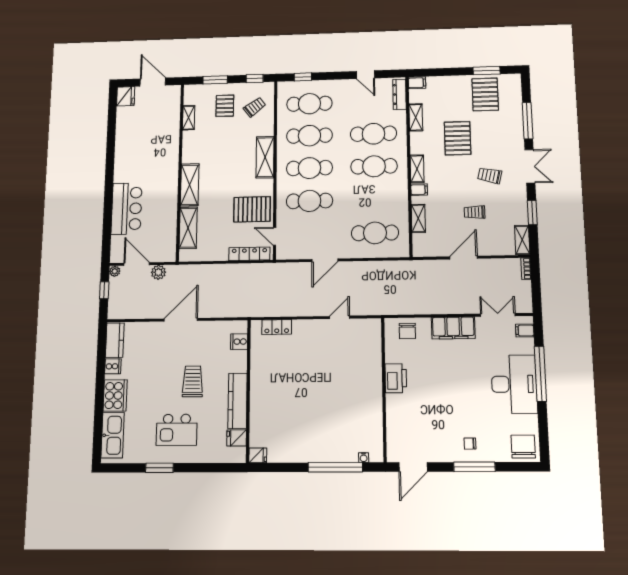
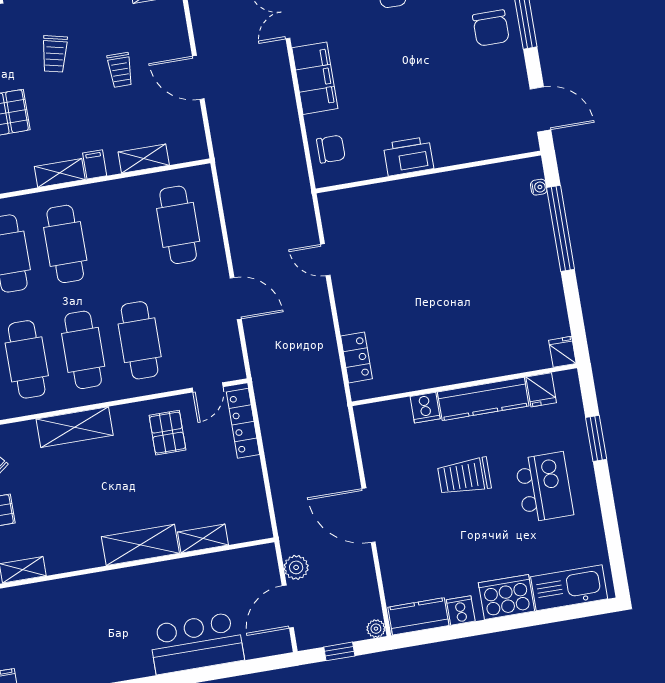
pallet: (252, 209) -> (167, 433), width x0.67, depth x0.71
shelving: (188, 228) -> (203, 538), width x0.67, depth x0.75
plant: (115, 271) -> (376, 629), moved
cooker: (239, 342) -> (425, 408), moved
chair: (470, 444) -> (491, 28), width x1.87, depth x1.87
window: (159, 468) -> (596, 438), moved

